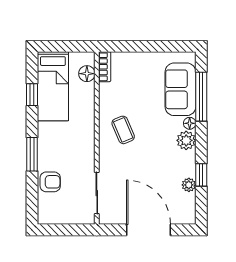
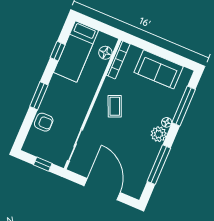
bookcase: (105, 67) -> (118, 60), width x1.56
sofa: (180, 89) -> (159, 69), moved, turned -90
window: (201, 175) -> (159, 165), width x2.17
plant: (189, 185) -> (147, 168), removed
window: (69, 230) -> (43, 164), added

